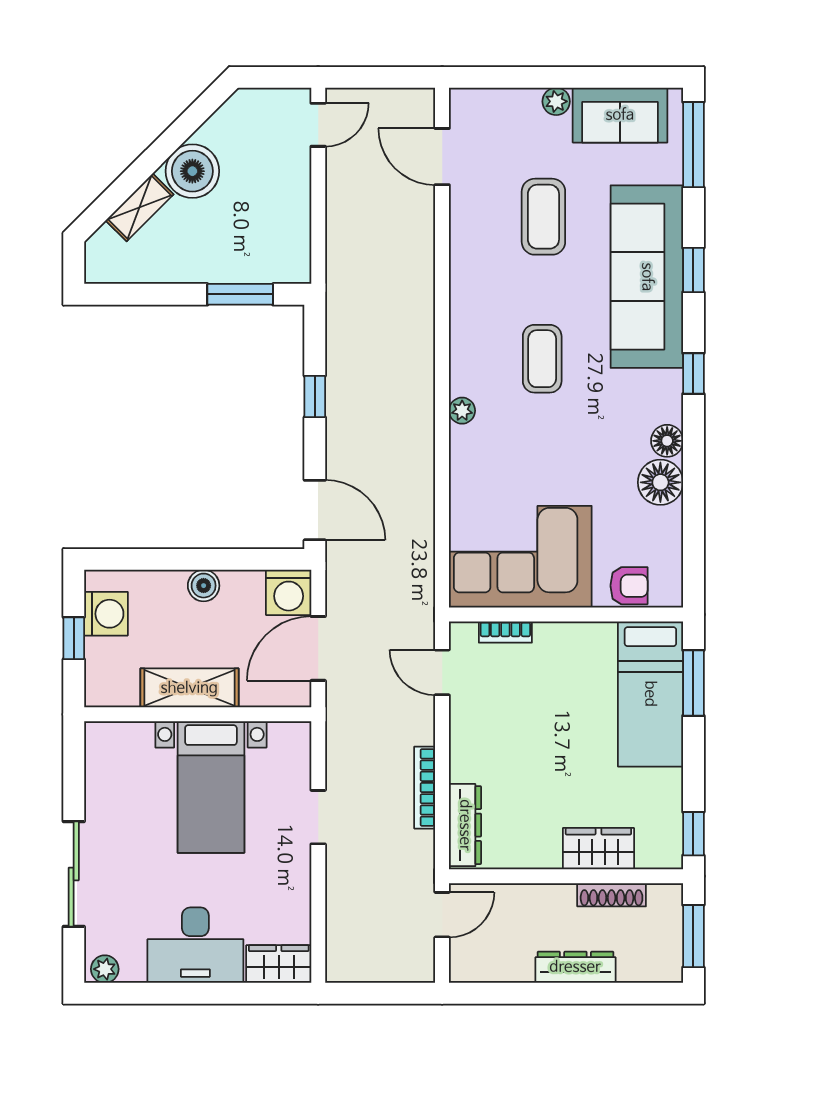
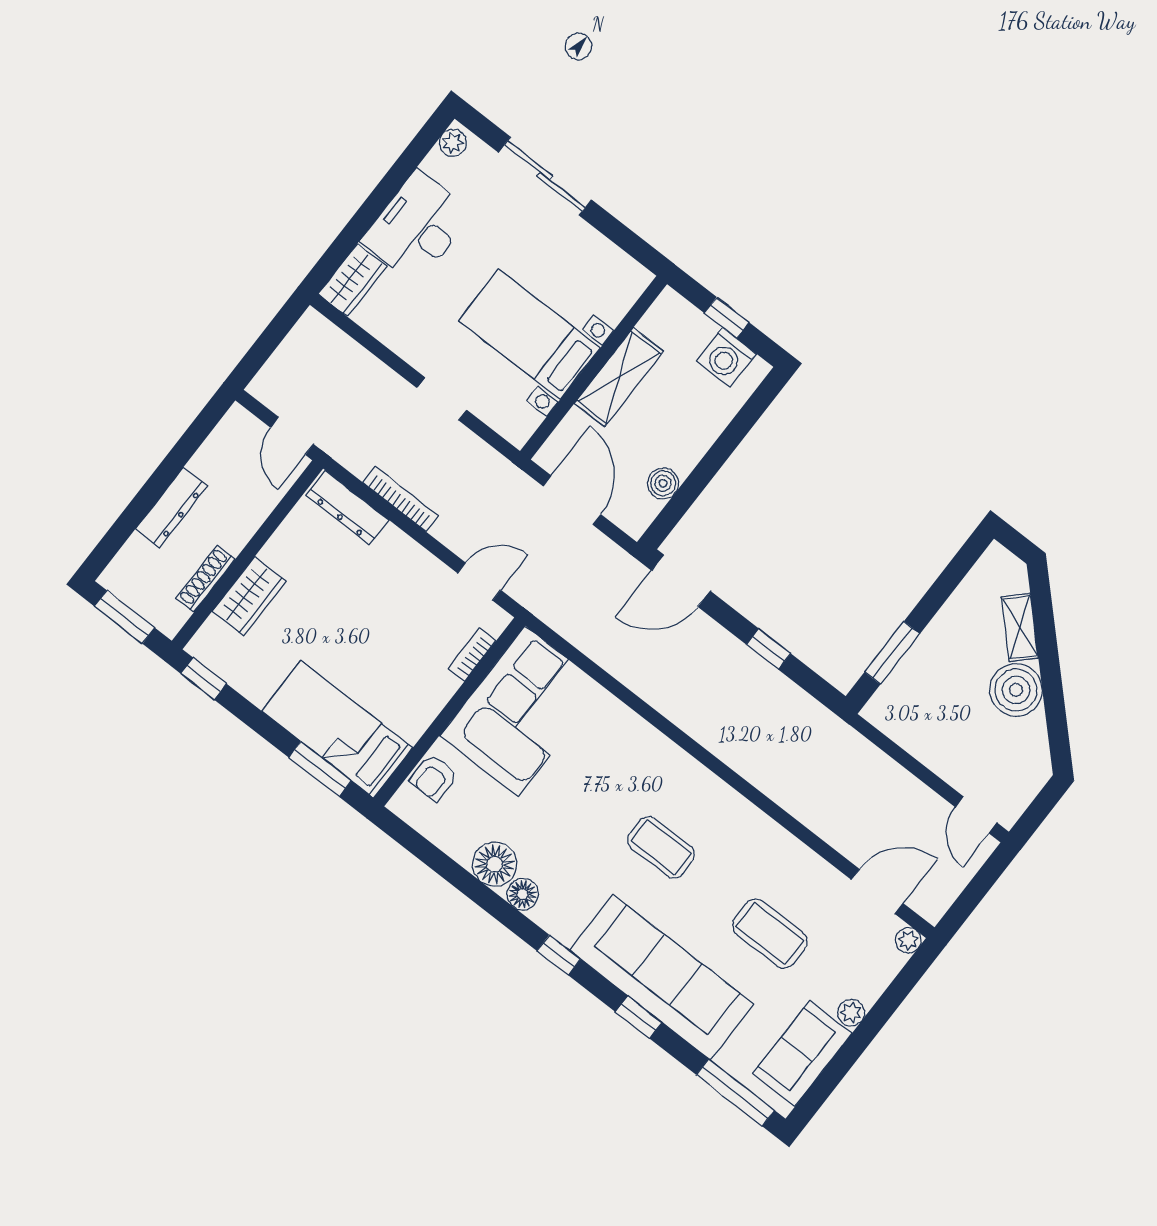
plant: (462, 411) -> (908, 940), moved
boiler: (204, 586) -> (663, 483), moved
washing machine: (289, 592) -> (633, 511), removed

